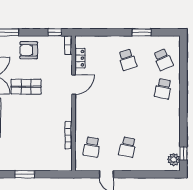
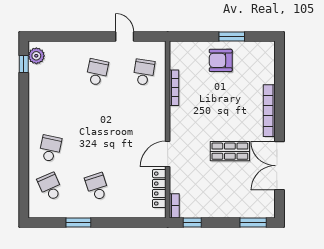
armchair: (29, 50) -> (221, 60), moved, turned 180
locker: (80, 58) -> (159, 189), width x1.53

